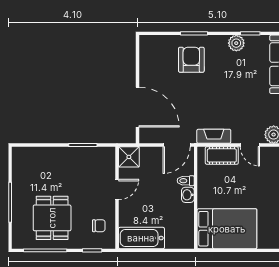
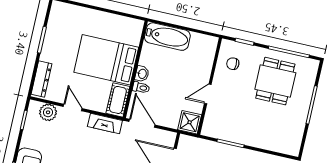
door: (177, 145) -> (142, 123), hinge flipped
cot: (222, 155) -> (118, 100), moved, turned 90
bed: (227, 229) -> (106, 60), moved
bathtub: (141, 238) -> (167, 37), moved

